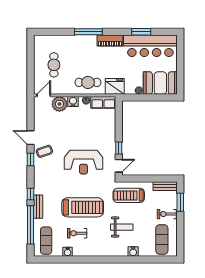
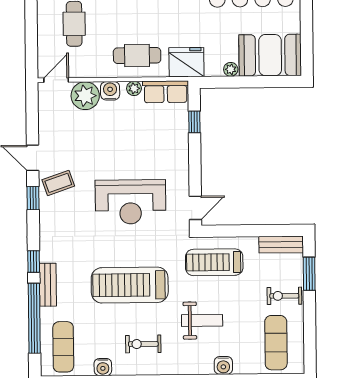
window: (119, 148) -> (194, 122), moved
treadmill: (83, 207) -> (130, 285), turned 180
exercise bike: (77, 233) -> (143, 344), moved

